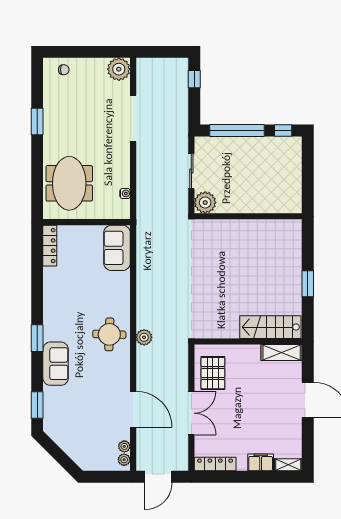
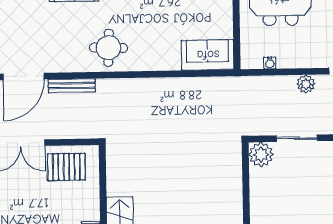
plant: (144, 337) -> (306, 84), moved
bench: (142, 367) -> (72, 86), added

